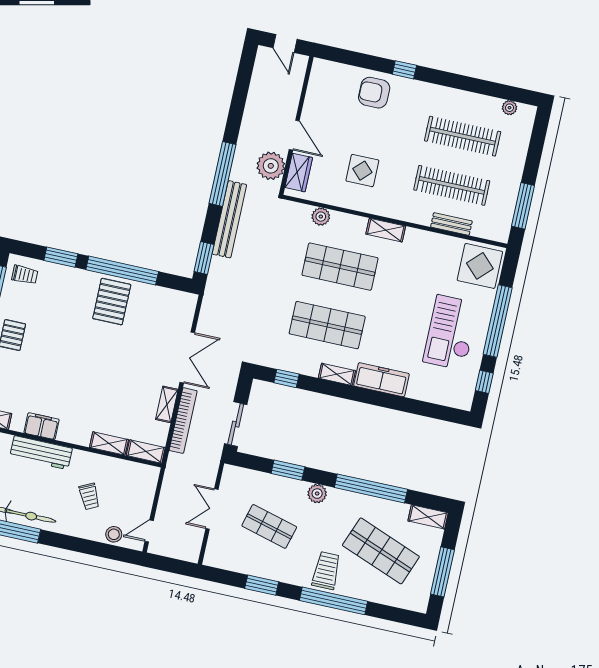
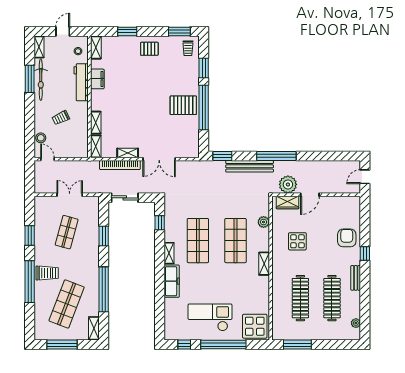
bench: (451, 224) -> (356, 278), moved
plant: (317, 494) -> (93, 257), removed

